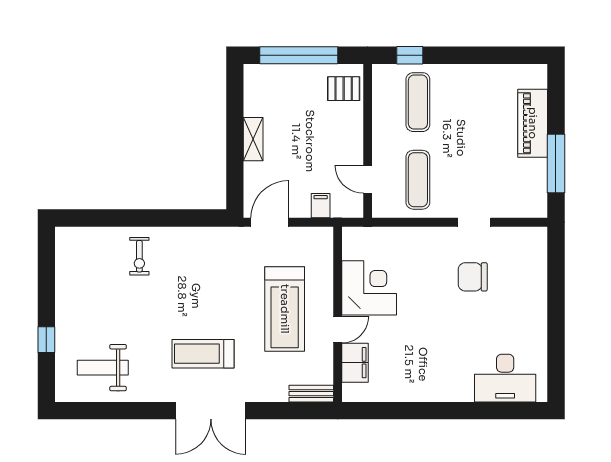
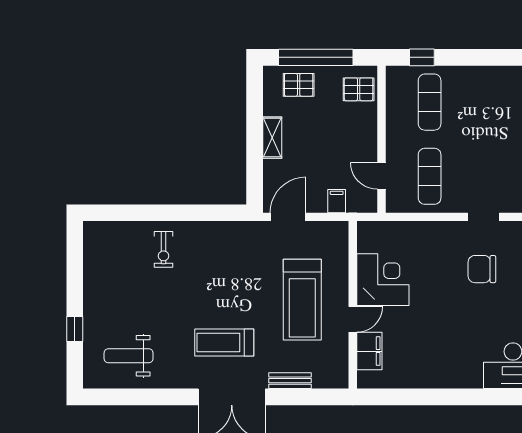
pallet: (281, 84) -> (299, 85), added
bench: (311, 394) -> (290, 381), moved

